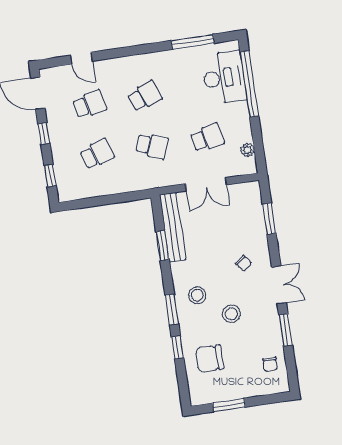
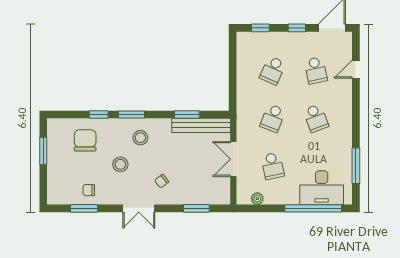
school desk: (97, 154) -> (273, 70), turned 42
window: (286, 330) -> (84, 208), moved
chair: (270, 364) -> (89, 190), moved

